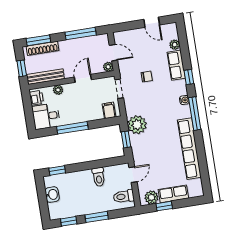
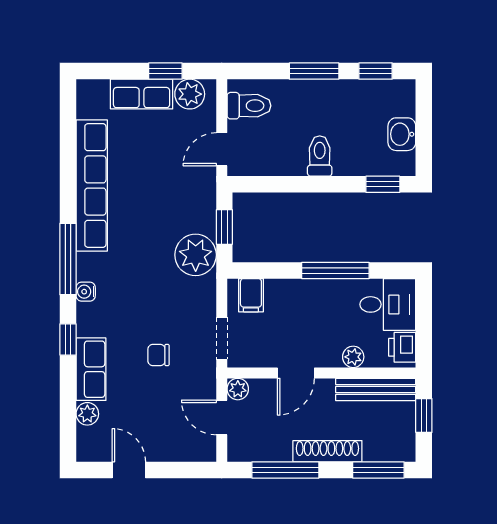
shoe rack: (43, 48) -> (327, 451), moved
toilet: (99, 177) -> (320, 156), moved

